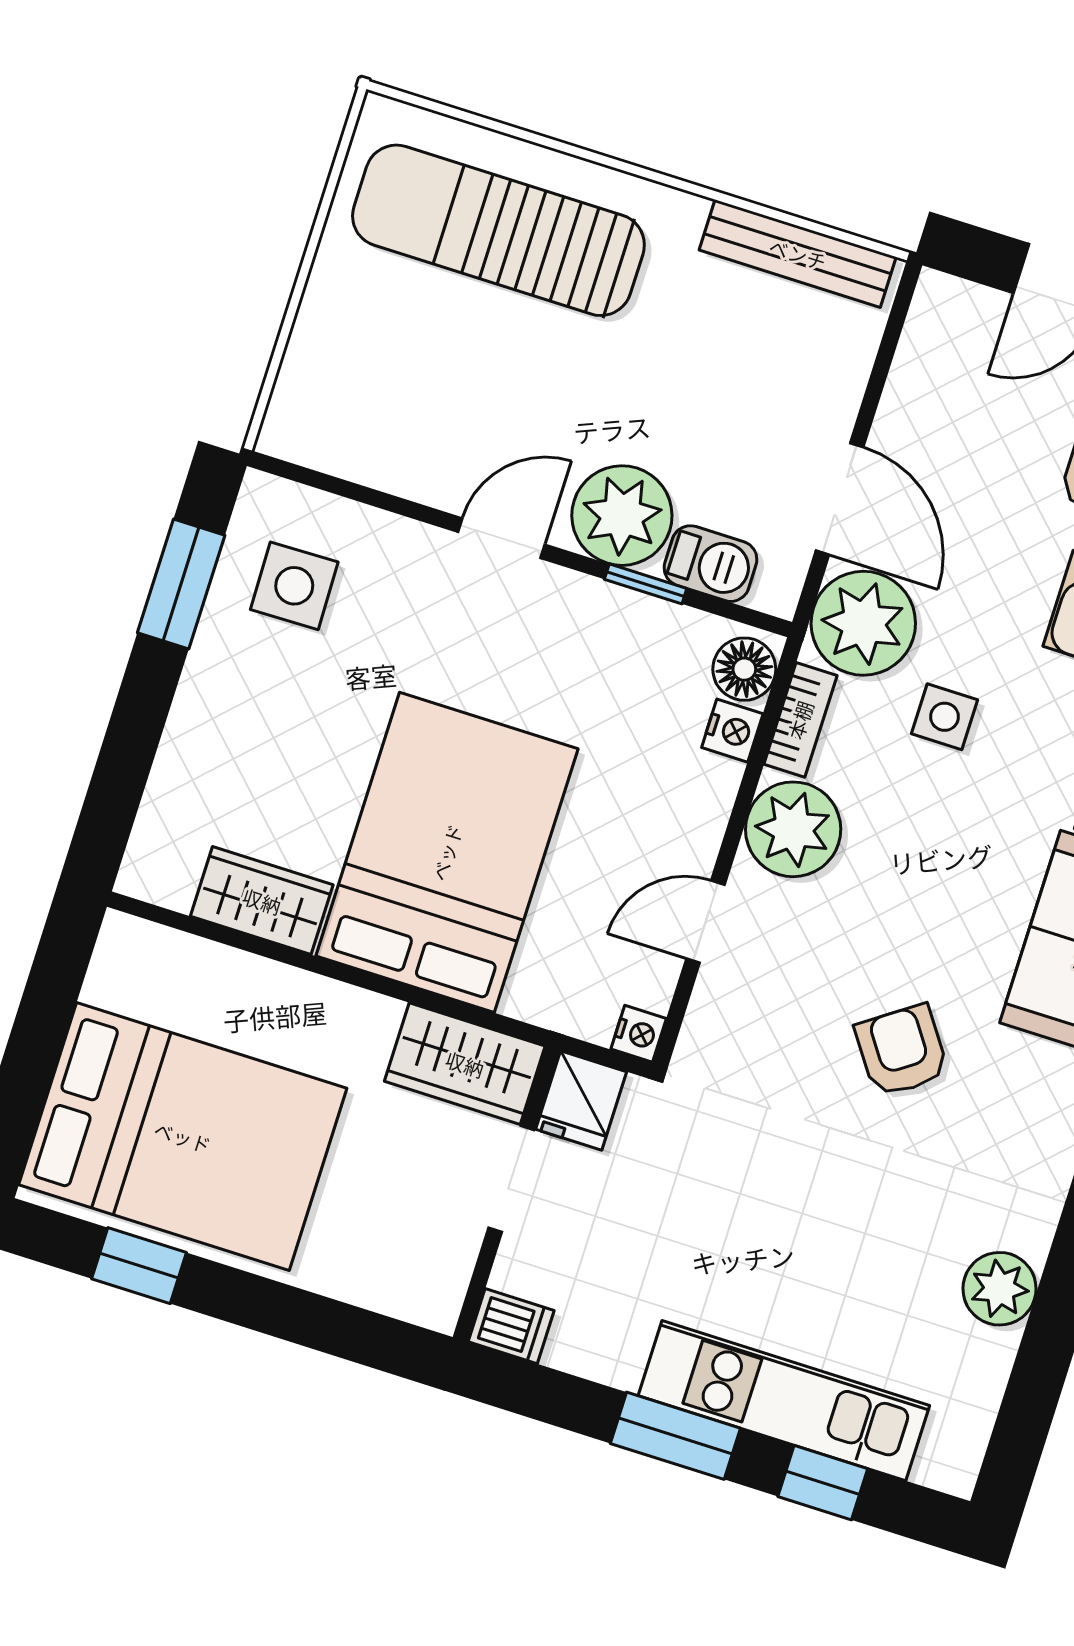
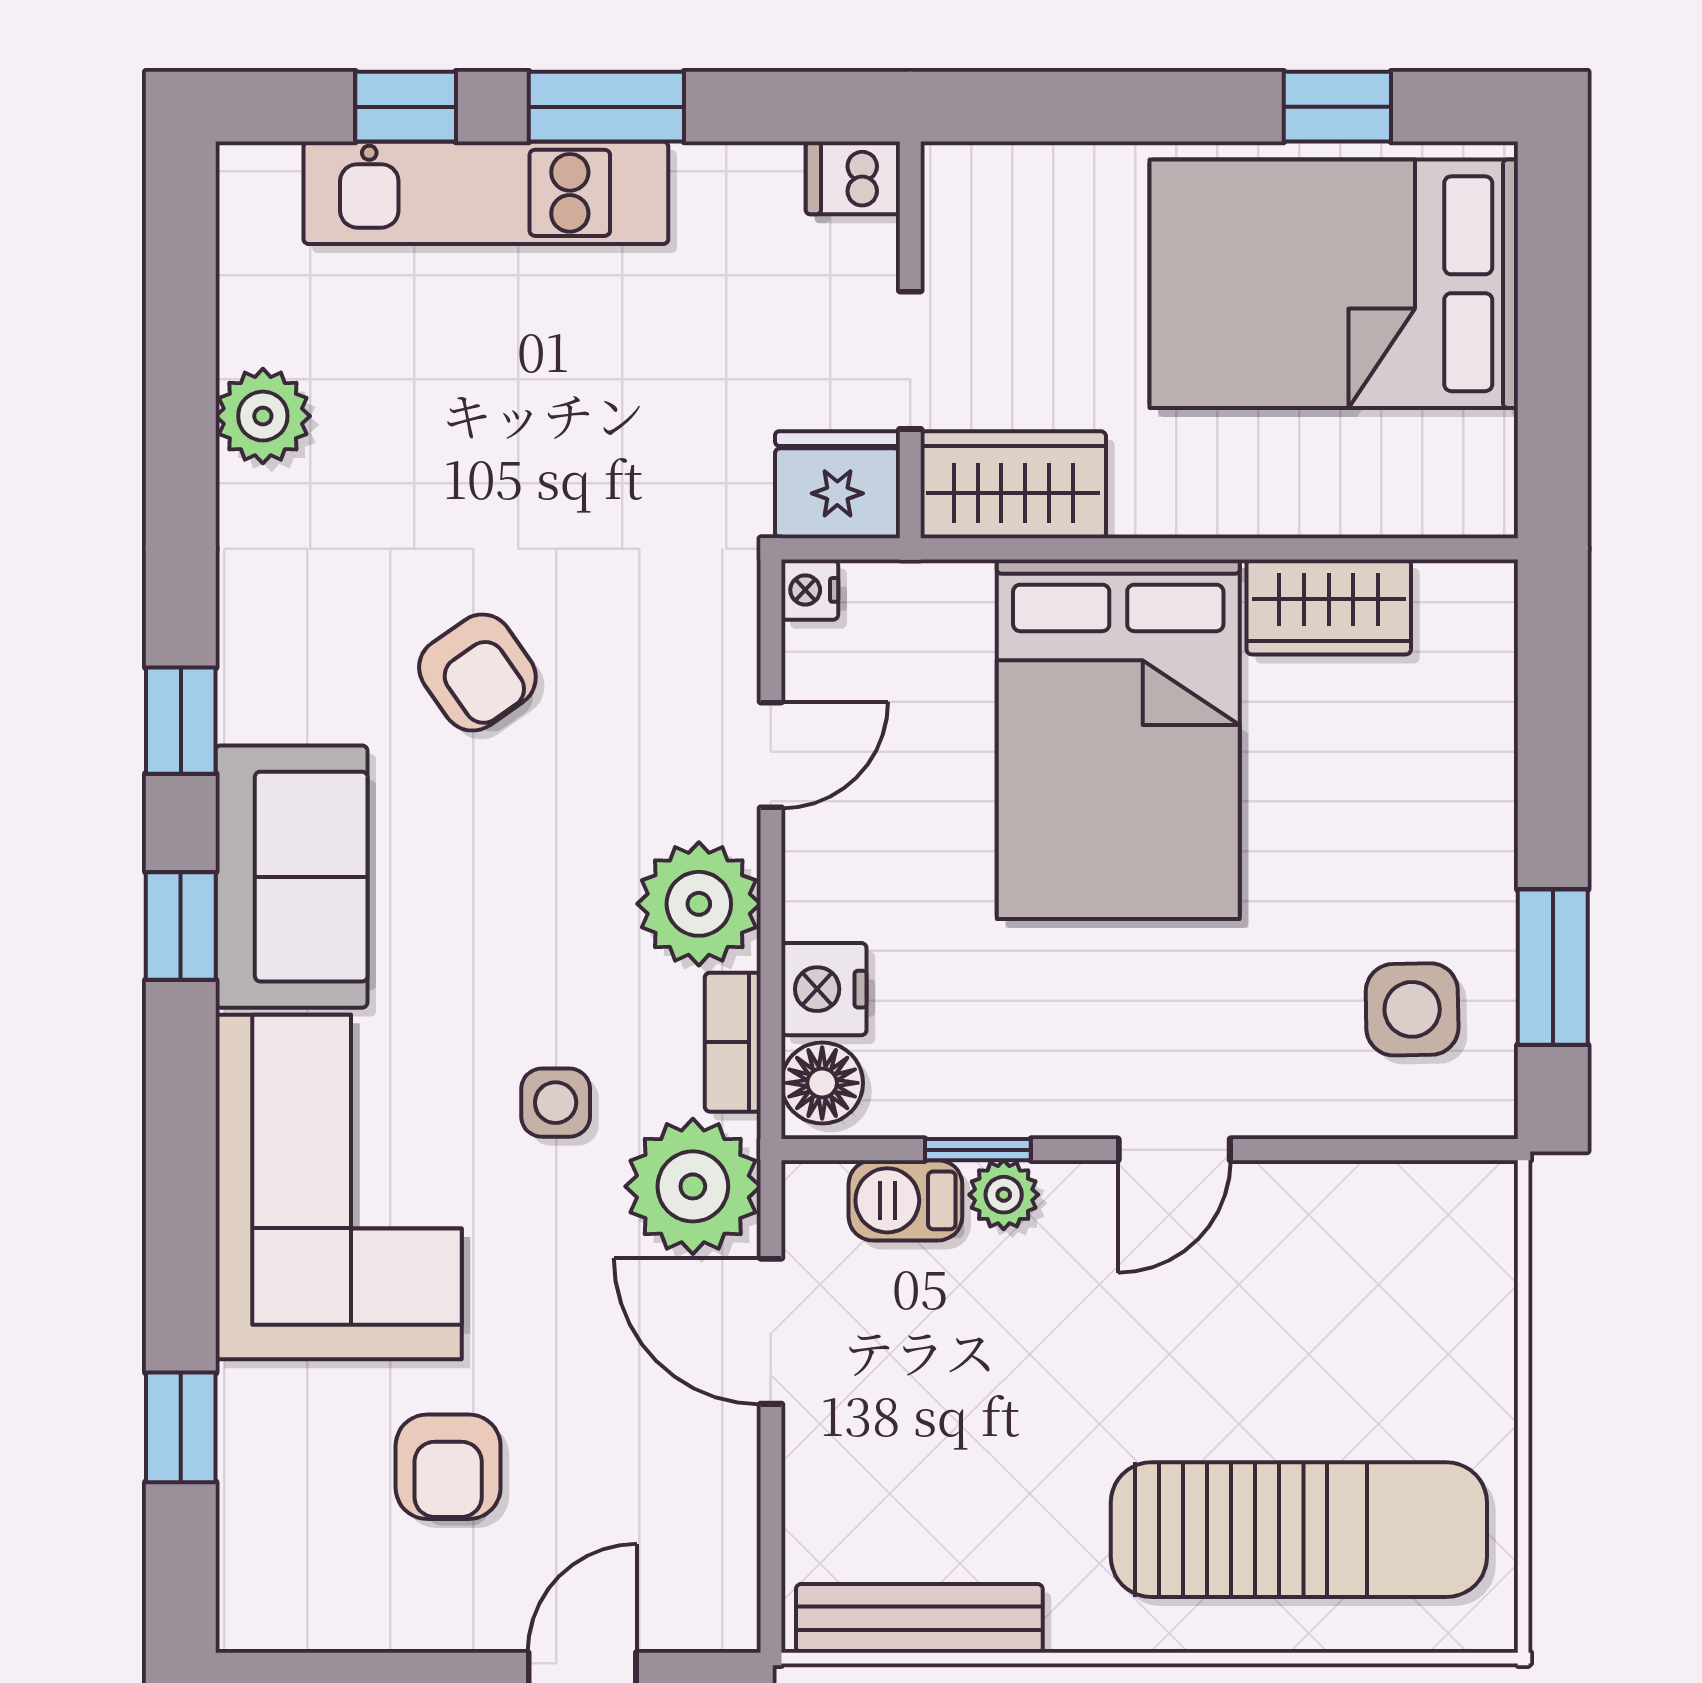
plant: (622, 516) -> (1004, 1195), width x0.53, depth x0.53
nightstand: (732, 731) -> (824, 989), width x1.39, depth x1.35
fridge: (581, 1101) -> (837, 485), width x1.38

